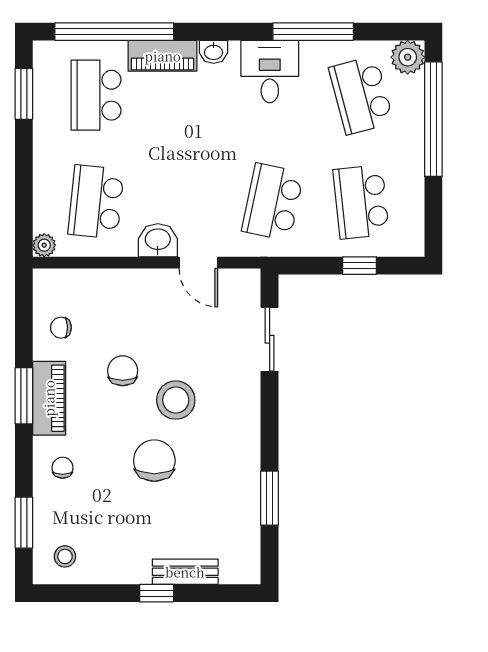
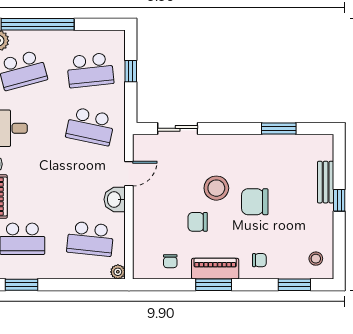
chair: (63, 468) -> (259, 260), turned 180

